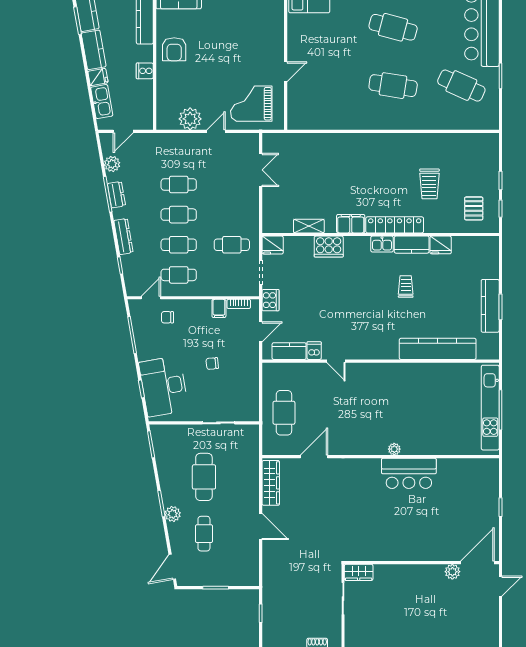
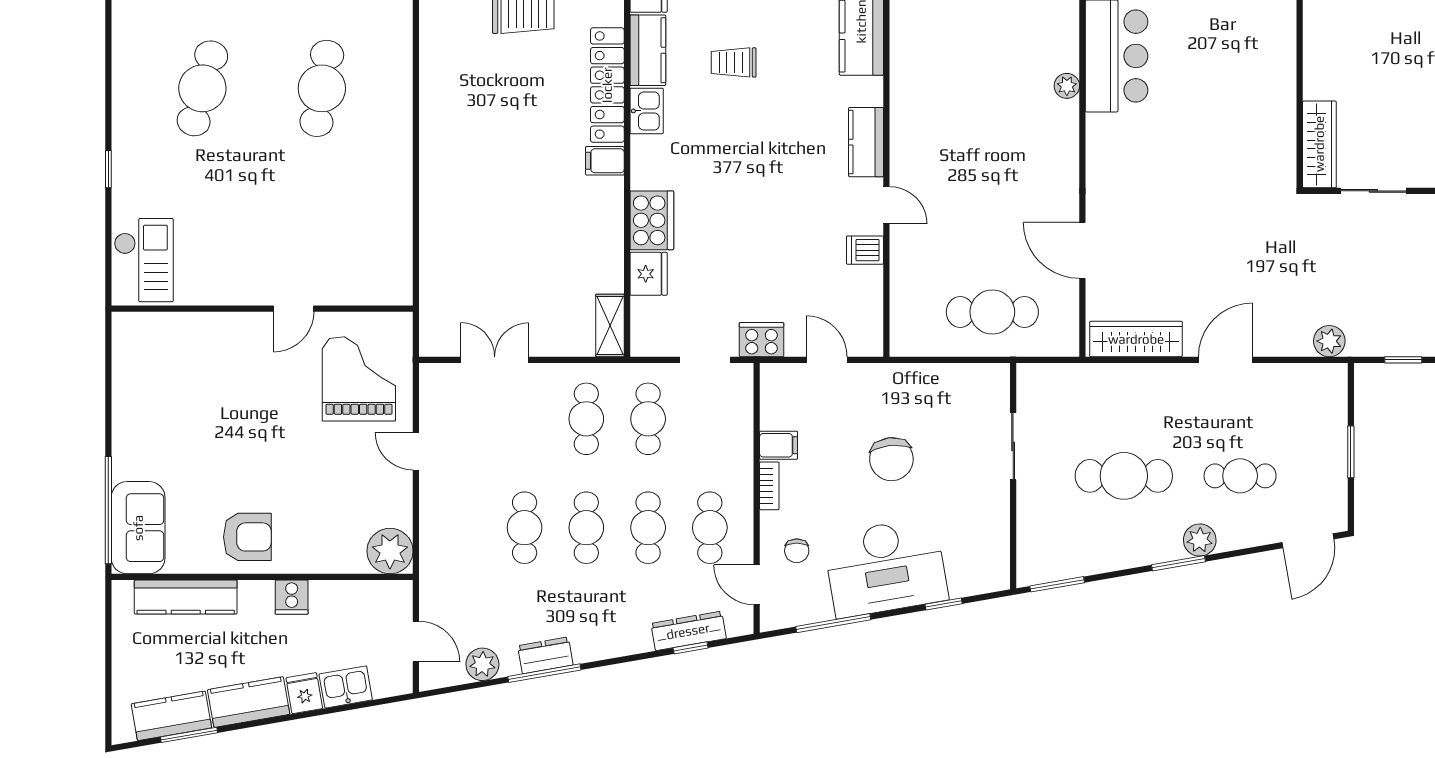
door: (286, 72) -> (294, 309), swing flipped
kitchen sink: (102, 102) -> (346, 687), width x0.73
grand piano: (251, 104) -> (359, 379), turned 180
plant: (190, 119) -> (390, 551), moved
cafe table: (232, 215) -> (586, 419), added
filing cabinet: (351, 224) -> (605, 161), width x0.50
shelving: (309, 226) -> (610, 325), moved
dresser: (123, 236) -> (688, 631), moved
fridge: (273, 245) -> (649, 274), moved
bookcase: (239, 304) -> (769, 486), moved
kitchen counter: (289, 351) -> (866, 142), moved
door: (336, 361) -> (886, 205), hinge flipped
chair: (212, 364) -> (891, 459), width x1.87, depth x1.87
desk: (164, 386) -> (885, 567), moved
door: (172, 567) -> (1308, 541), hinge flipped
wardrobe: (359, 572) -> (1319, 144), width x1.50
plant: (270, 577) -> (1329, 341), added

